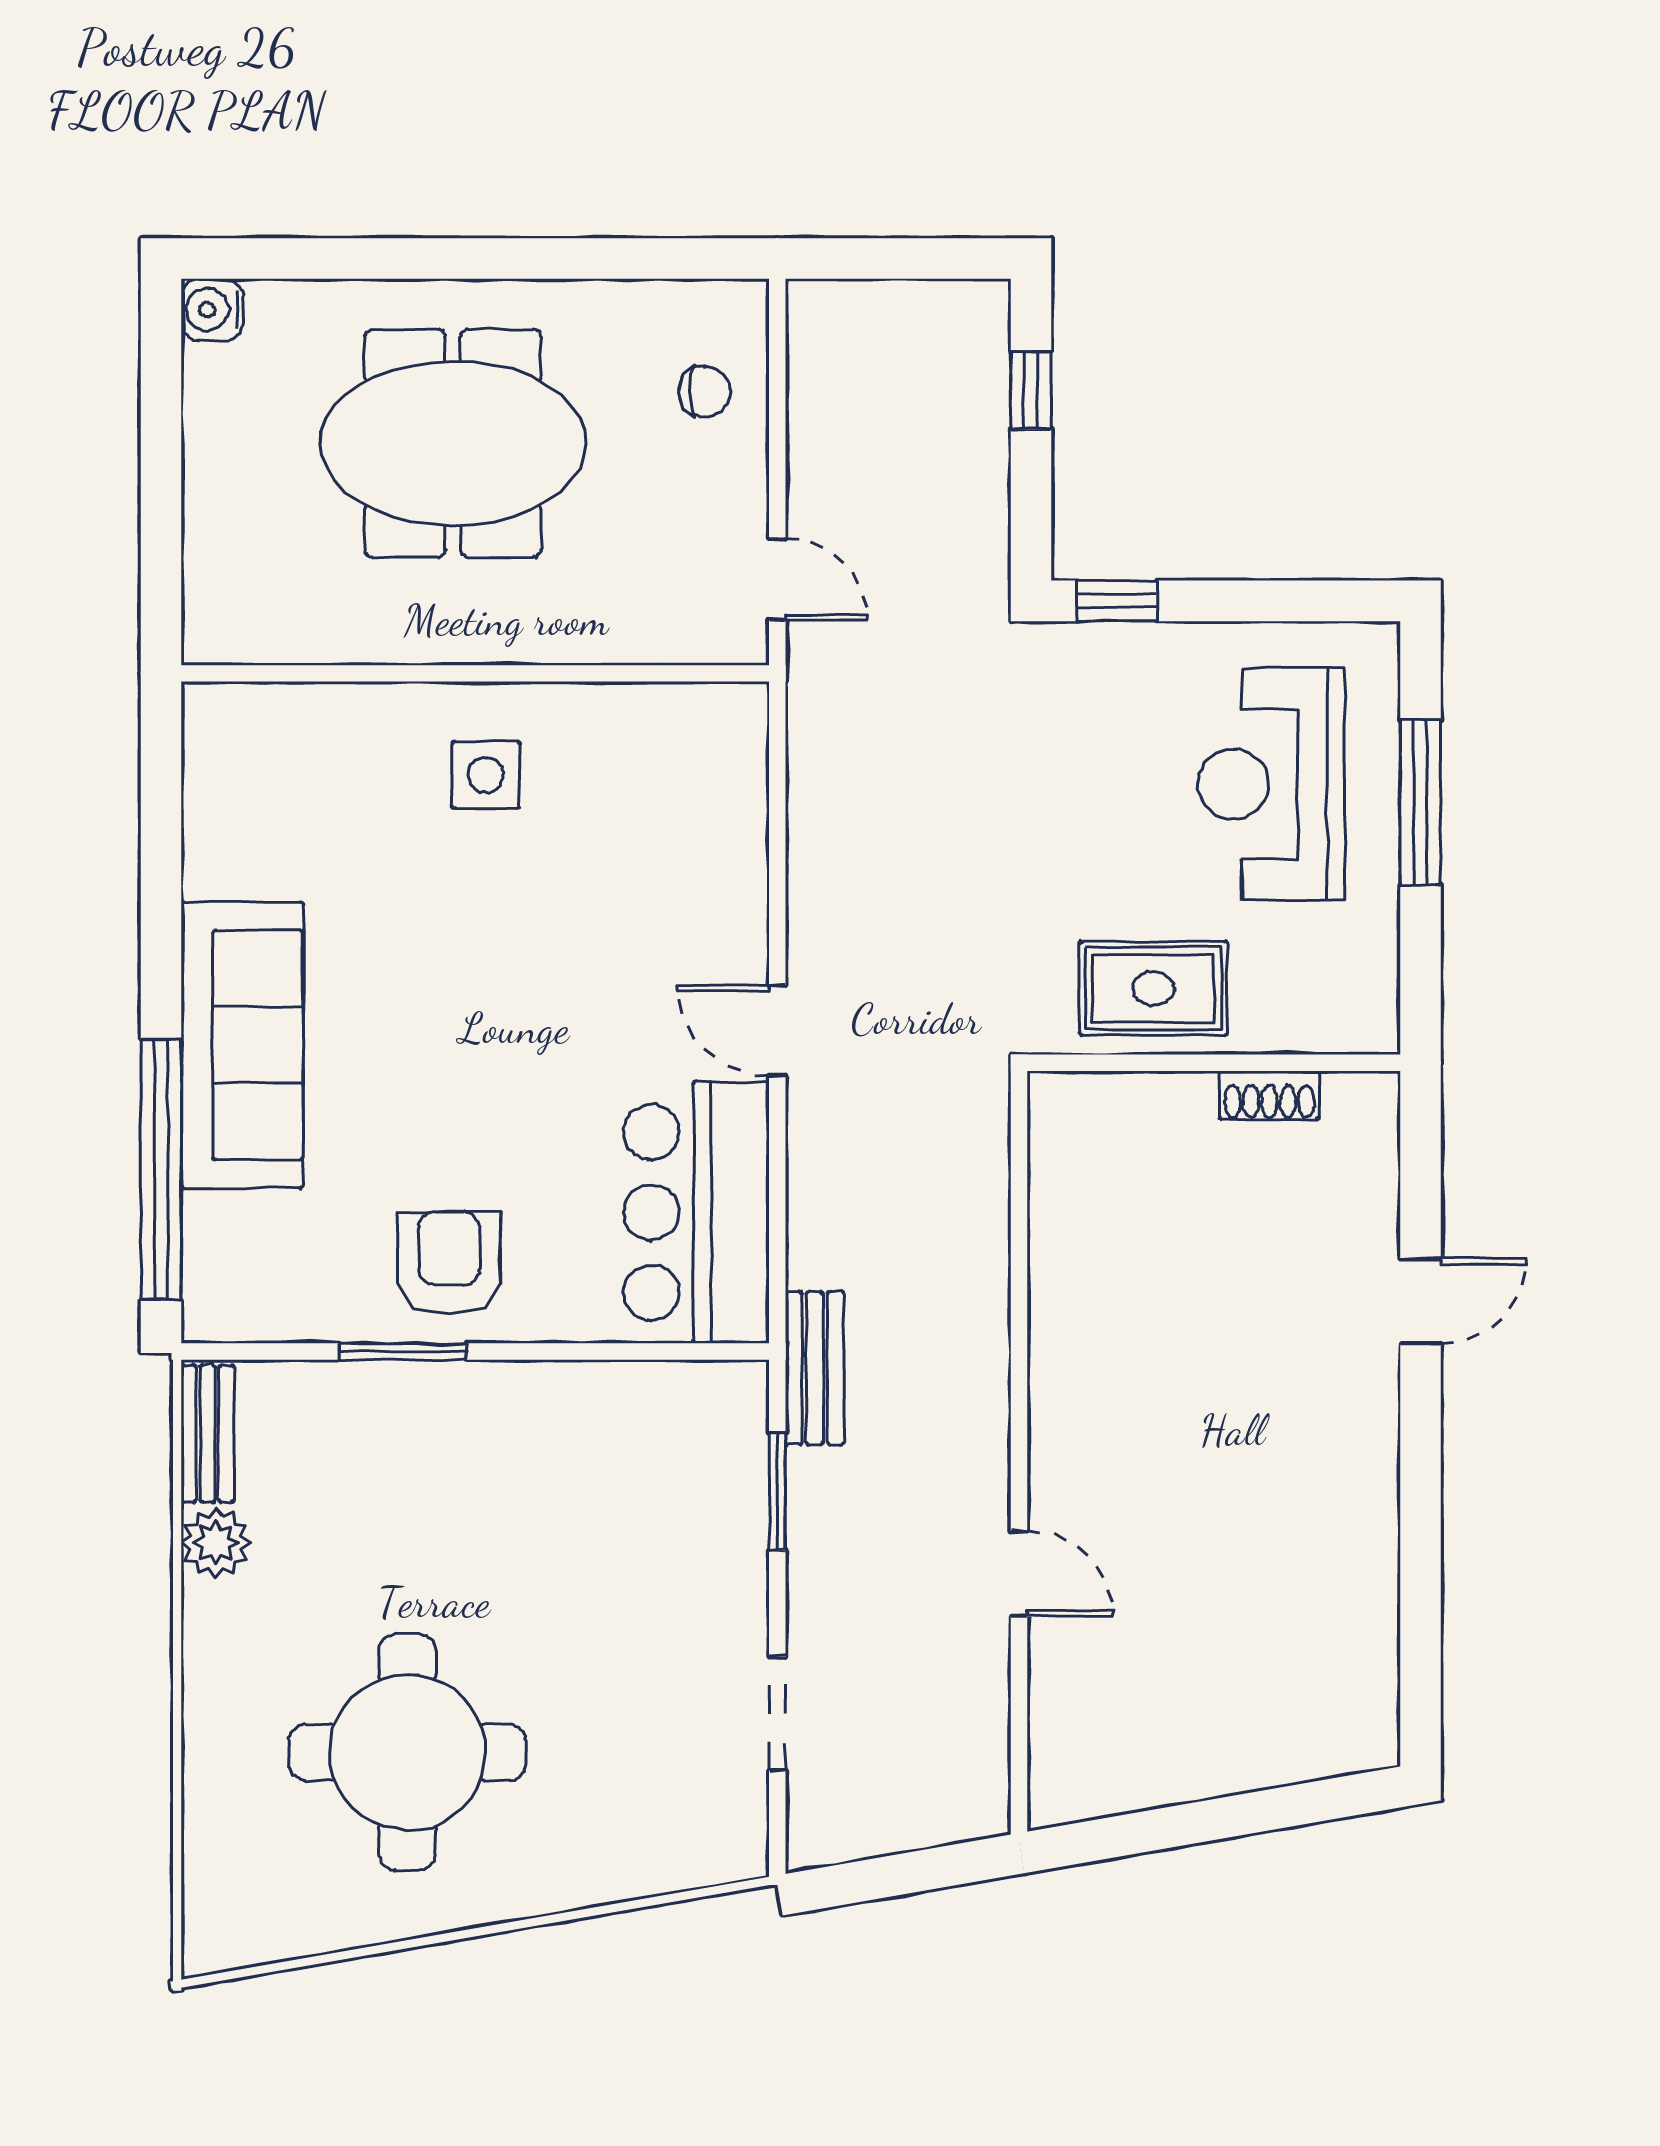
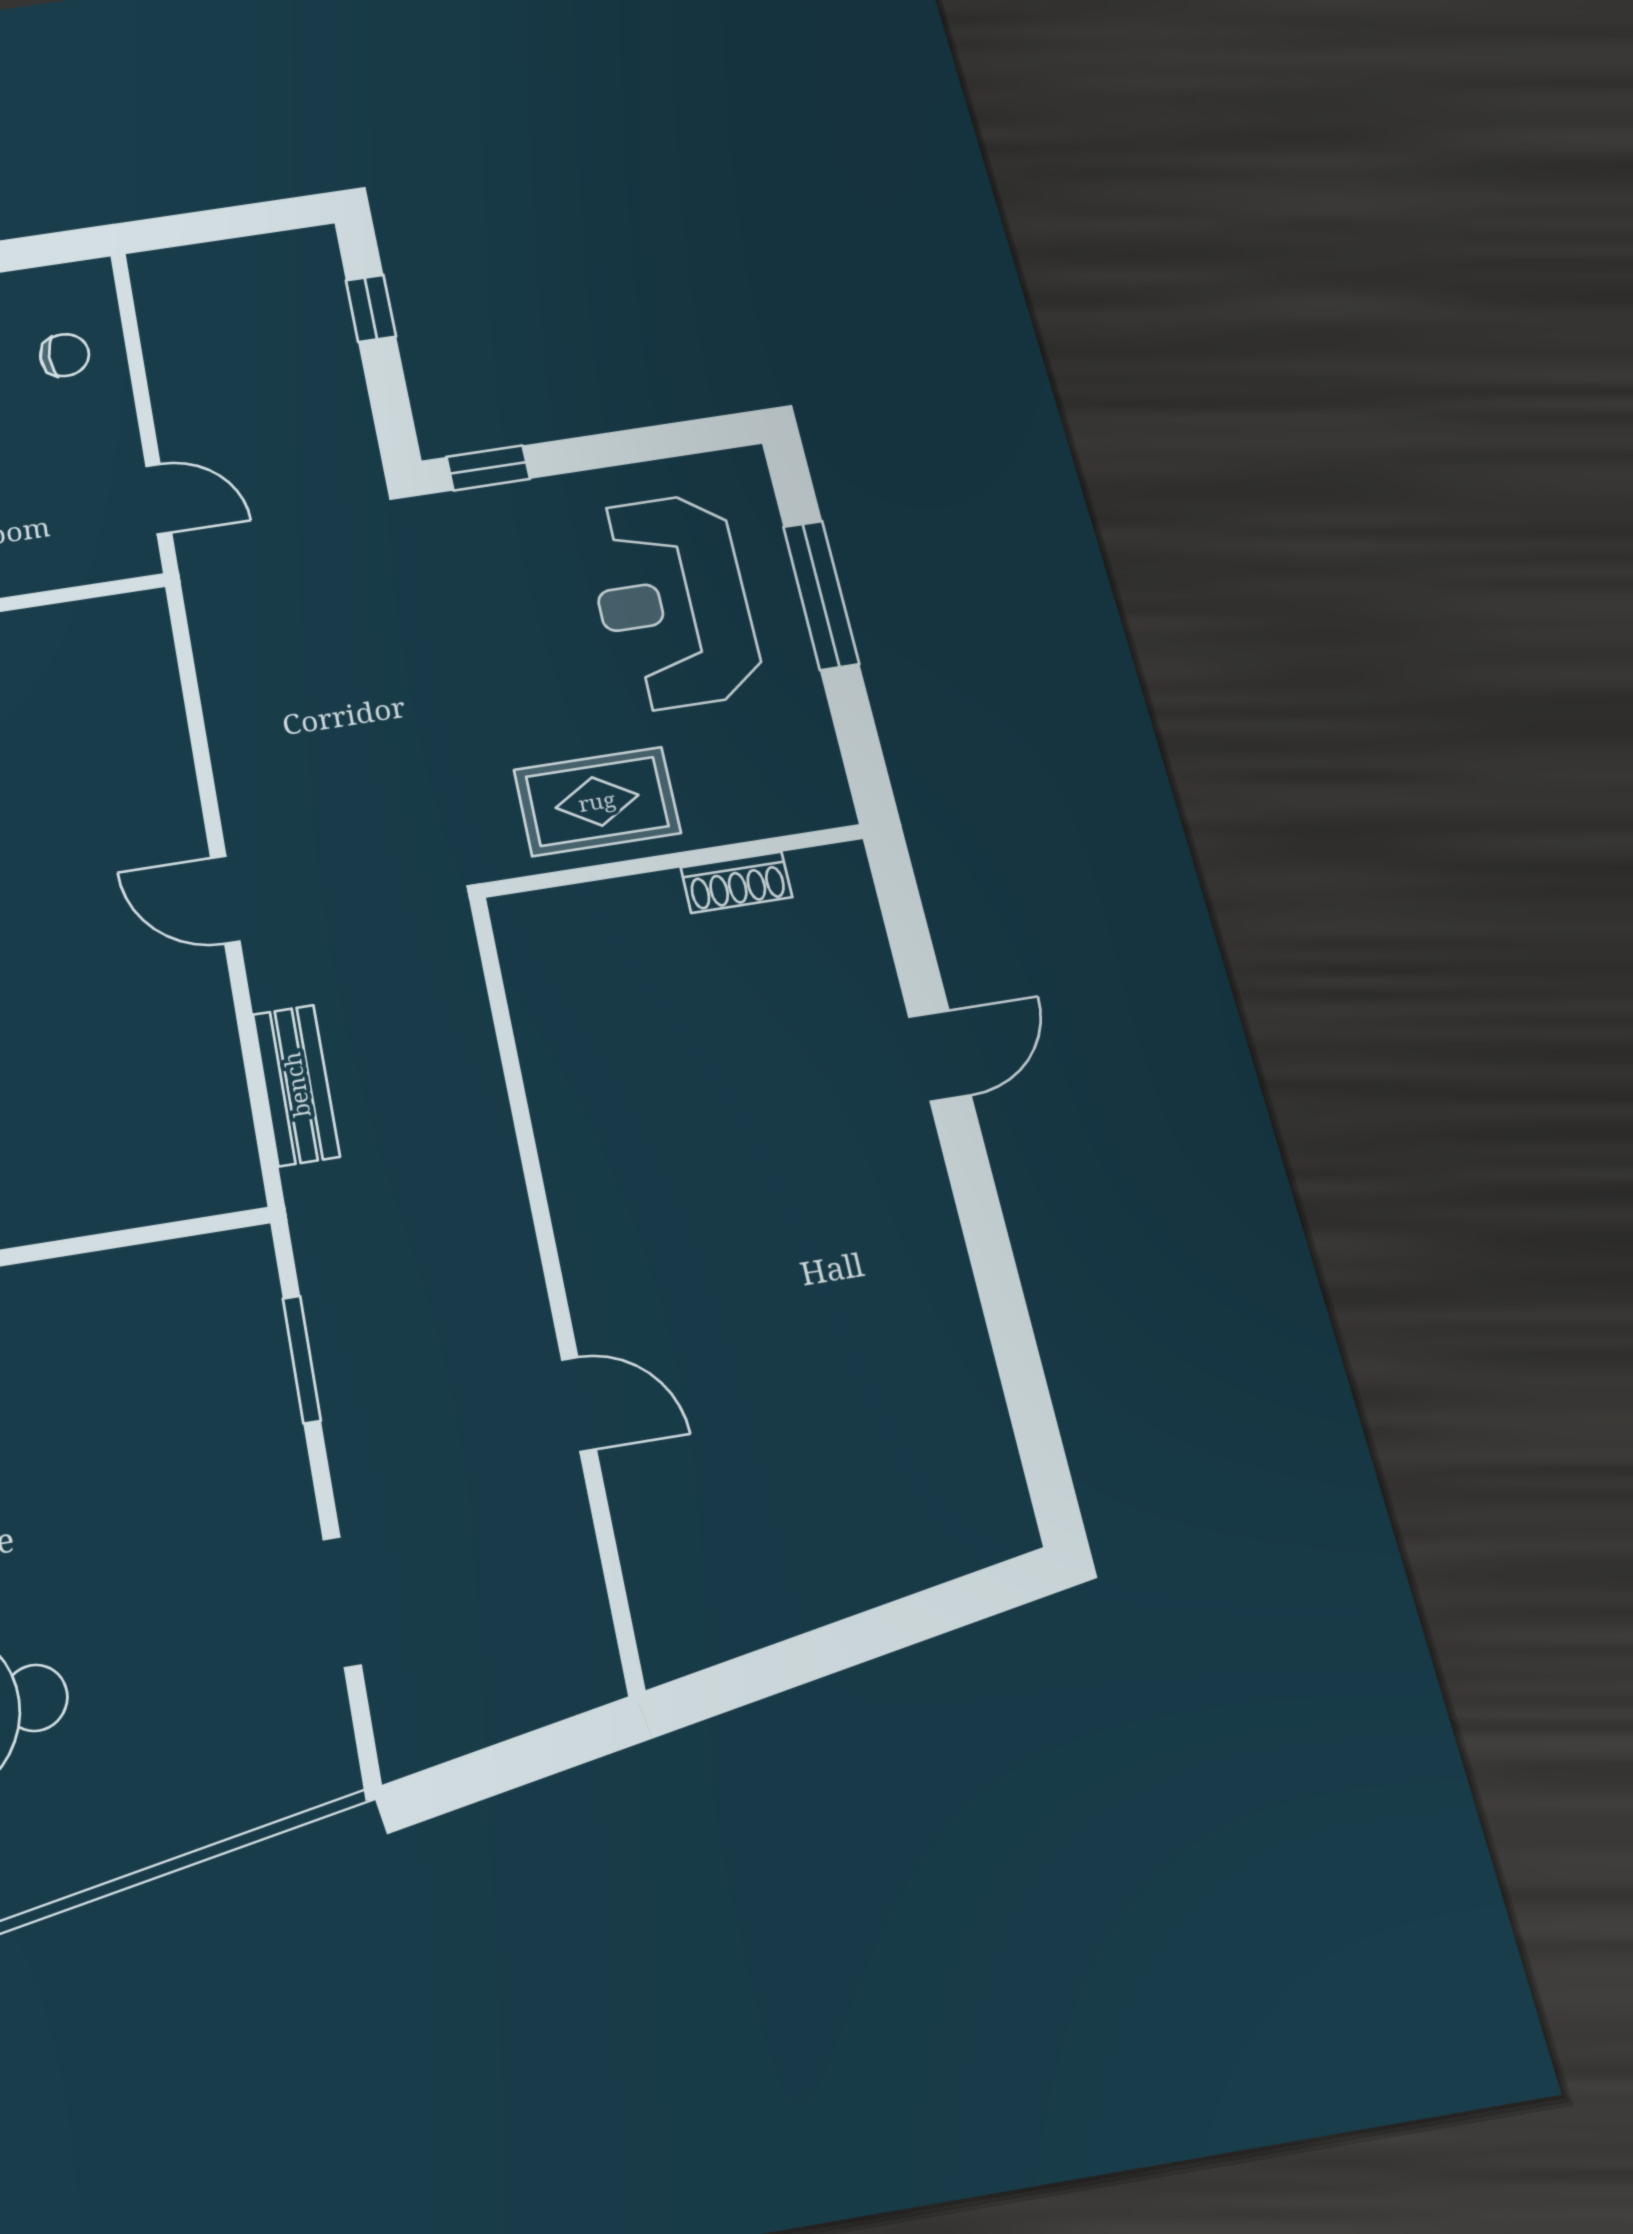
bar counter: (696, 1212) -> (170, 1088), removed
bench: (815, 1368) -> (296, 1085), moved

